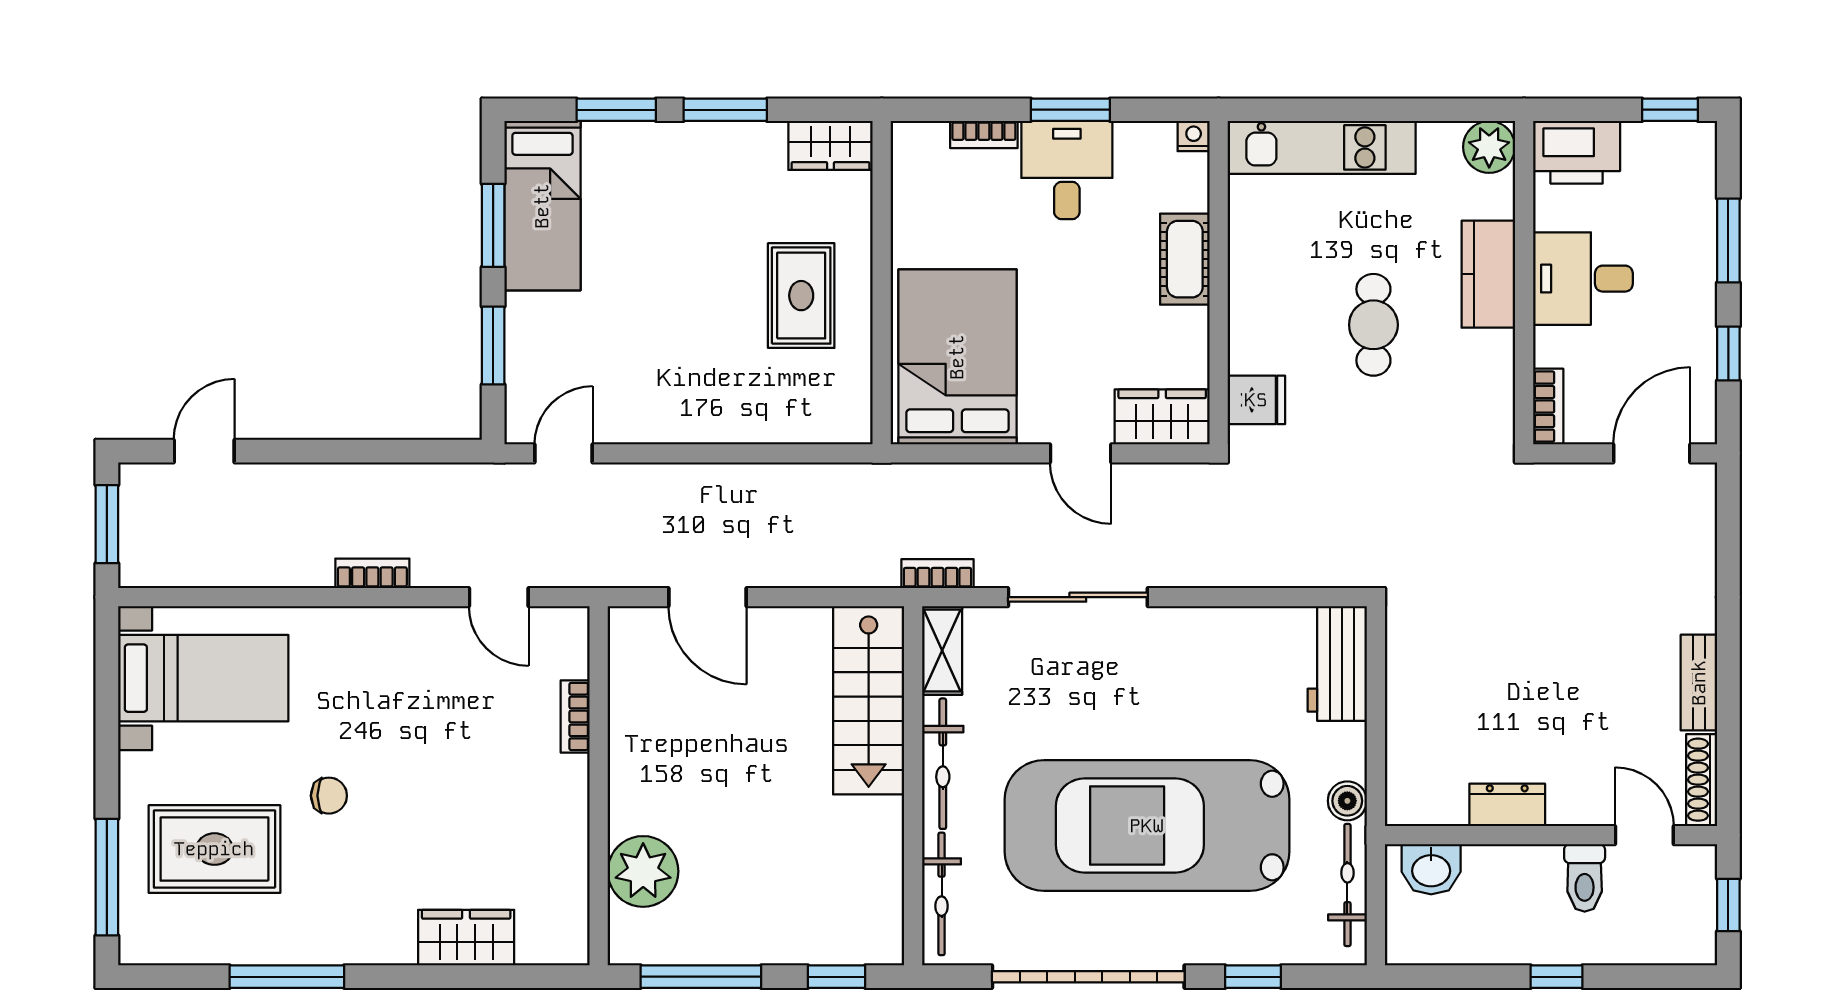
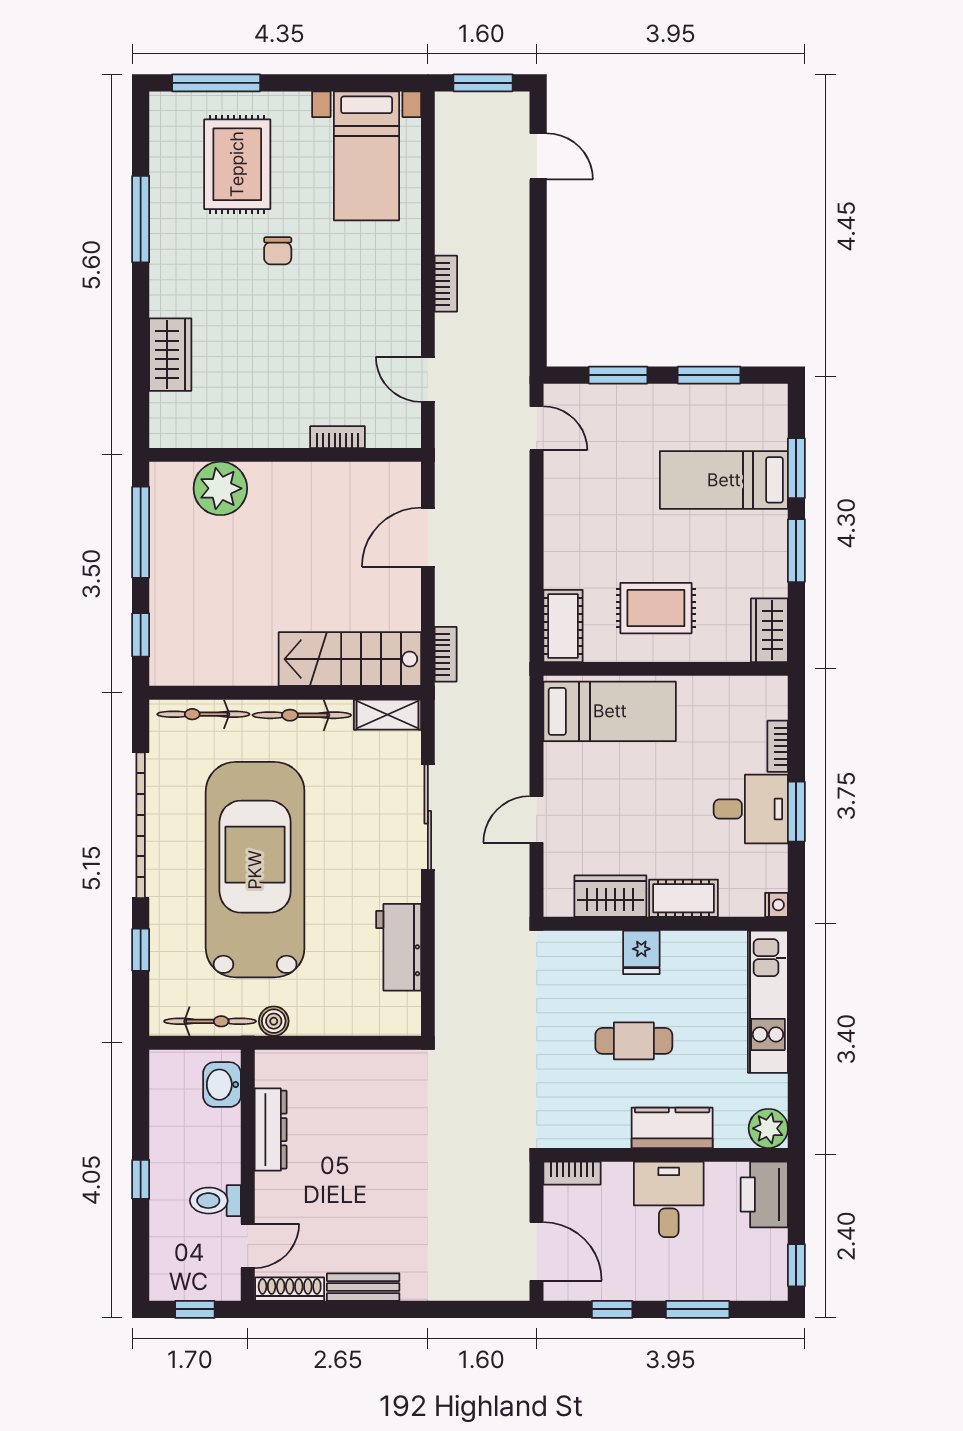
bed: (542, 206) -> (724, 480), moved
bed: (957, 357) -> (610, 711), width x0.67
fridge: (1256, 400) -> (641, 952), moved
wardrobe: (1162, 417) -> (610, 896), moved, turned -90
cot: (825, 418) -> (563, 626), added
bookcase: (937, 574) -> (446, 654), moved
door: (499, 597) -> (428, 379), hinge flipped
workbench: (1337, 663) -> (399, 947), moved, turned -90
dresser: (1507, 805) -> (271, 1130), width x1.44

